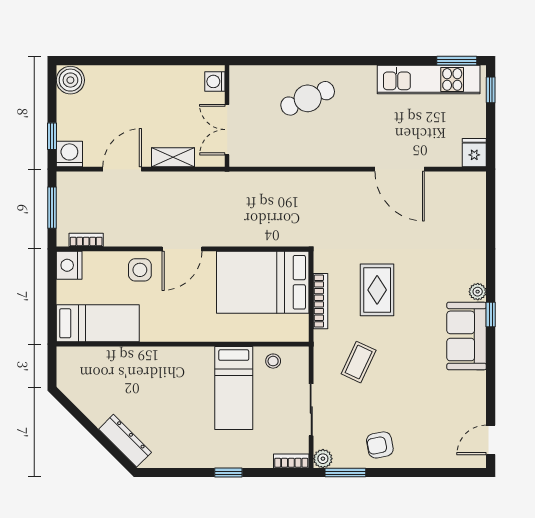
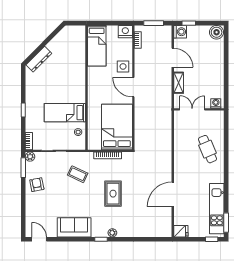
rug: (377, 290) -> (113, 194), moved, turned 90
sofa: (467, 336) -> (74, 227), moved

